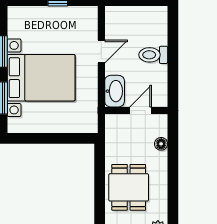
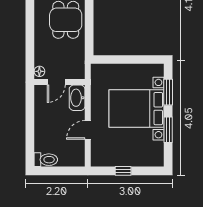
toilet: (153, 55) -> (46, 160), moved
floor lamp: (161, 144) -> (39, 71), moved

